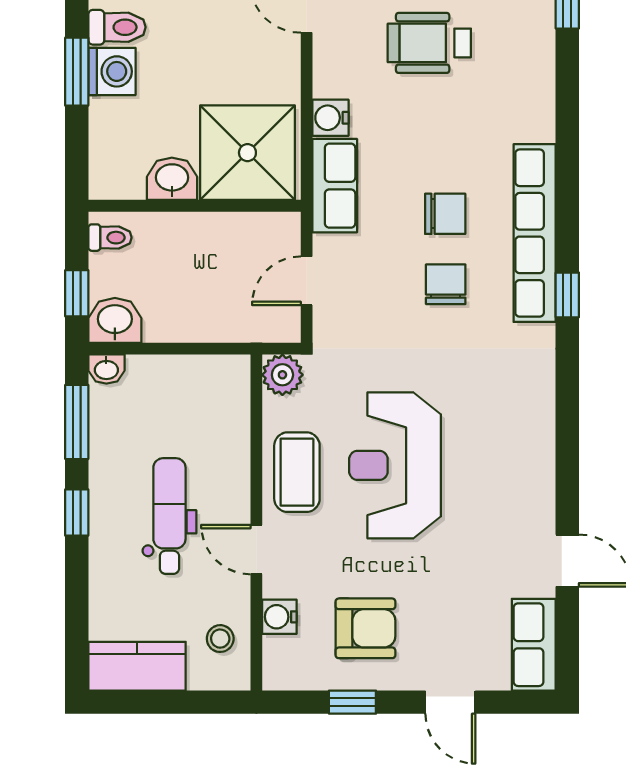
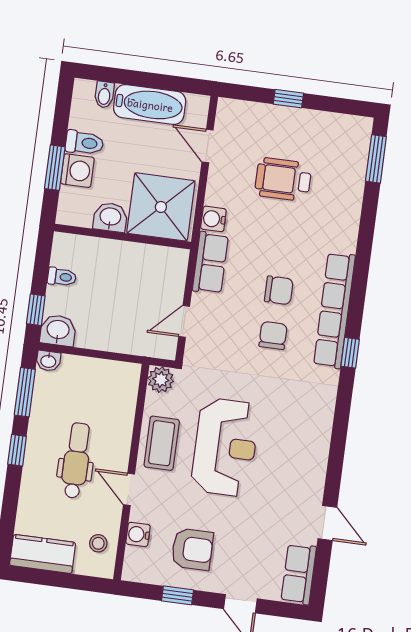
shower: (247, 153) -> (161, 207), moved
washbasin: (172, 179) -> (110, 217), moved
wall: (195, 206) -> (122, 236), moved
reception desk: (395, 465) -> (225, 447), turned 180

